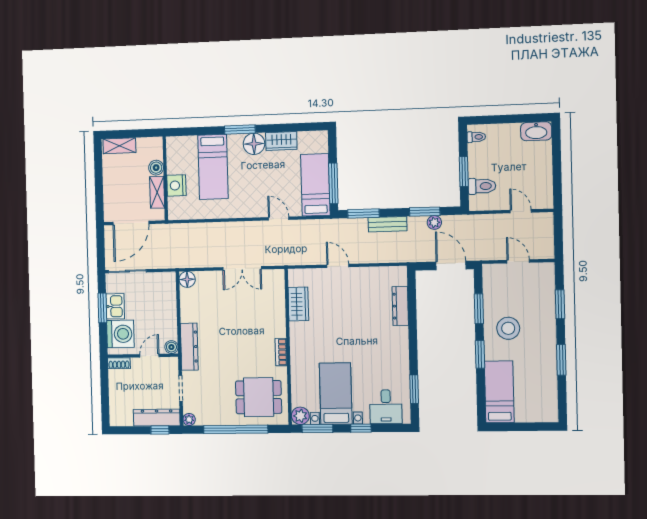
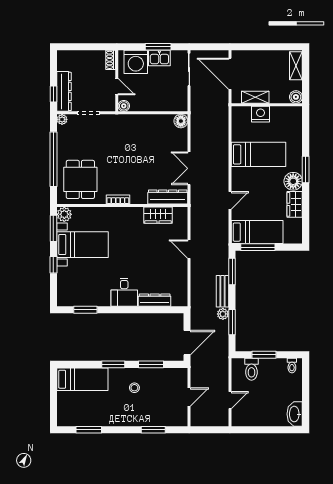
bed: (213, 167) -> (258, 154), moved, turned 180
boiler: (156, 168) -> (296, 97), moved
plant: (434, 222) -> (223, 314), moved
door: (338, 266) -> (189, 249), swing flipped
stool: (508, 328) -> (134, 388), width x0.53, depth x0.53
dresser: (189, 347) -> (168, 197), moved, turned 180
window: (561, 360) -> (89, 430), moved
desk: (386, 407) -> (124, 292), moved, turned -90

